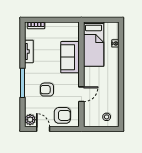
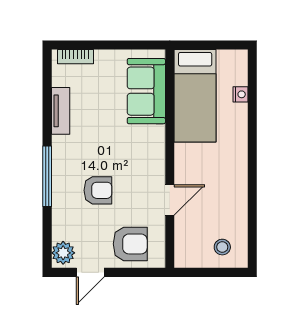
sofa: (70, 57) -> (146, 91), moved
armchair: (47, 90) -> (98, 190), turned 180
door: (43, 129) -> (90, 272), swing flipped

